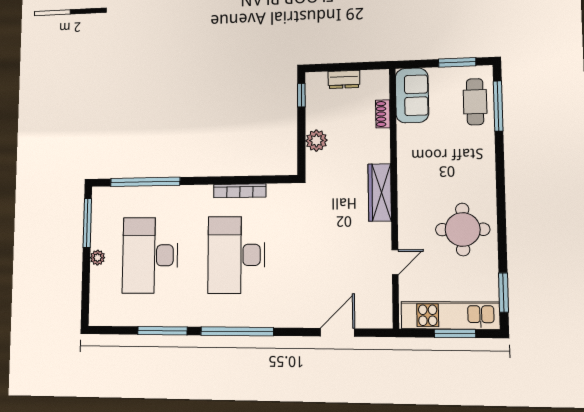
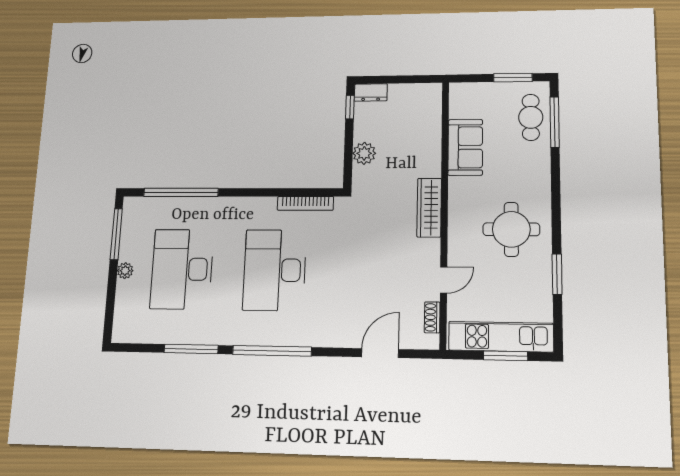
dresser: (344, 79) -> (371, 92), moved
sofa: (412, 95) -> (465, 147), moved
shoe rack: (383, 114) -> (432, 317), moved
bookcase: (240, 191) -> (305, 203), moved
round table: (463, 229) -> (511, 229), moved
window: (503, 293) -> (557, 274), moved

